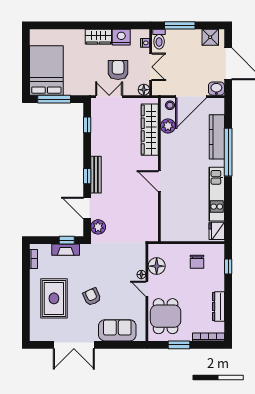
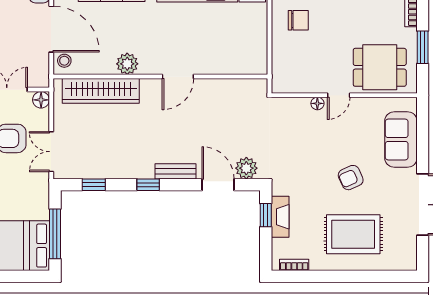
plant: (168, 126) -> (127, 64), moved
bench: (96, 175) -> (175, 171), width x0.73
window: (87, 176) -> (148, 185), moved
door: (87, 208) -> (218, 185), swing flipped
floor lamp: (157, 266) -> (305, 81), removed

